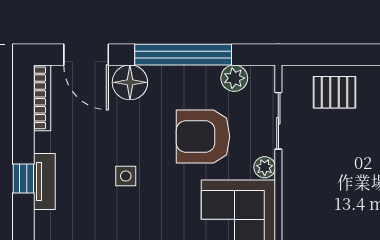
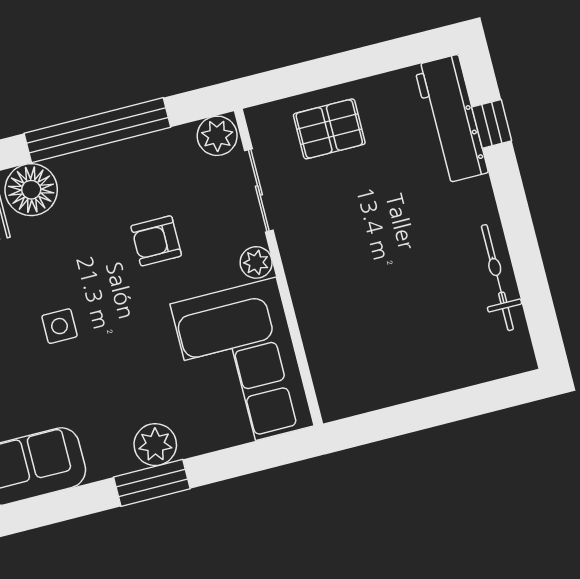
plant: (234, 78) -> (217, 136), moved
armchair: (203, 137) -> (156, 241), width x0.53, depth x0.53

